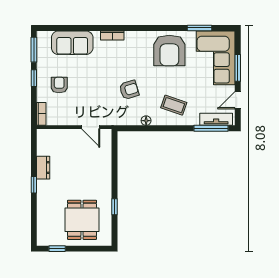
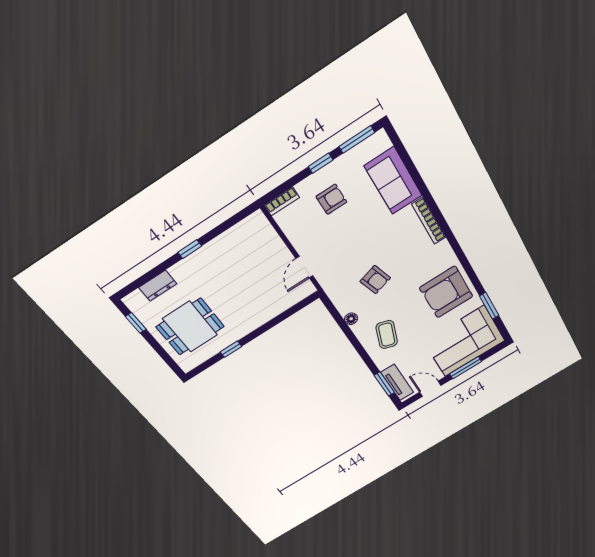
bookcase: (112, 35) -> (429, 221), width x1.56
window: (211, 128) -> (384, 384), width x0.69
dresser: (43, 168) -> (158, 286), moved

